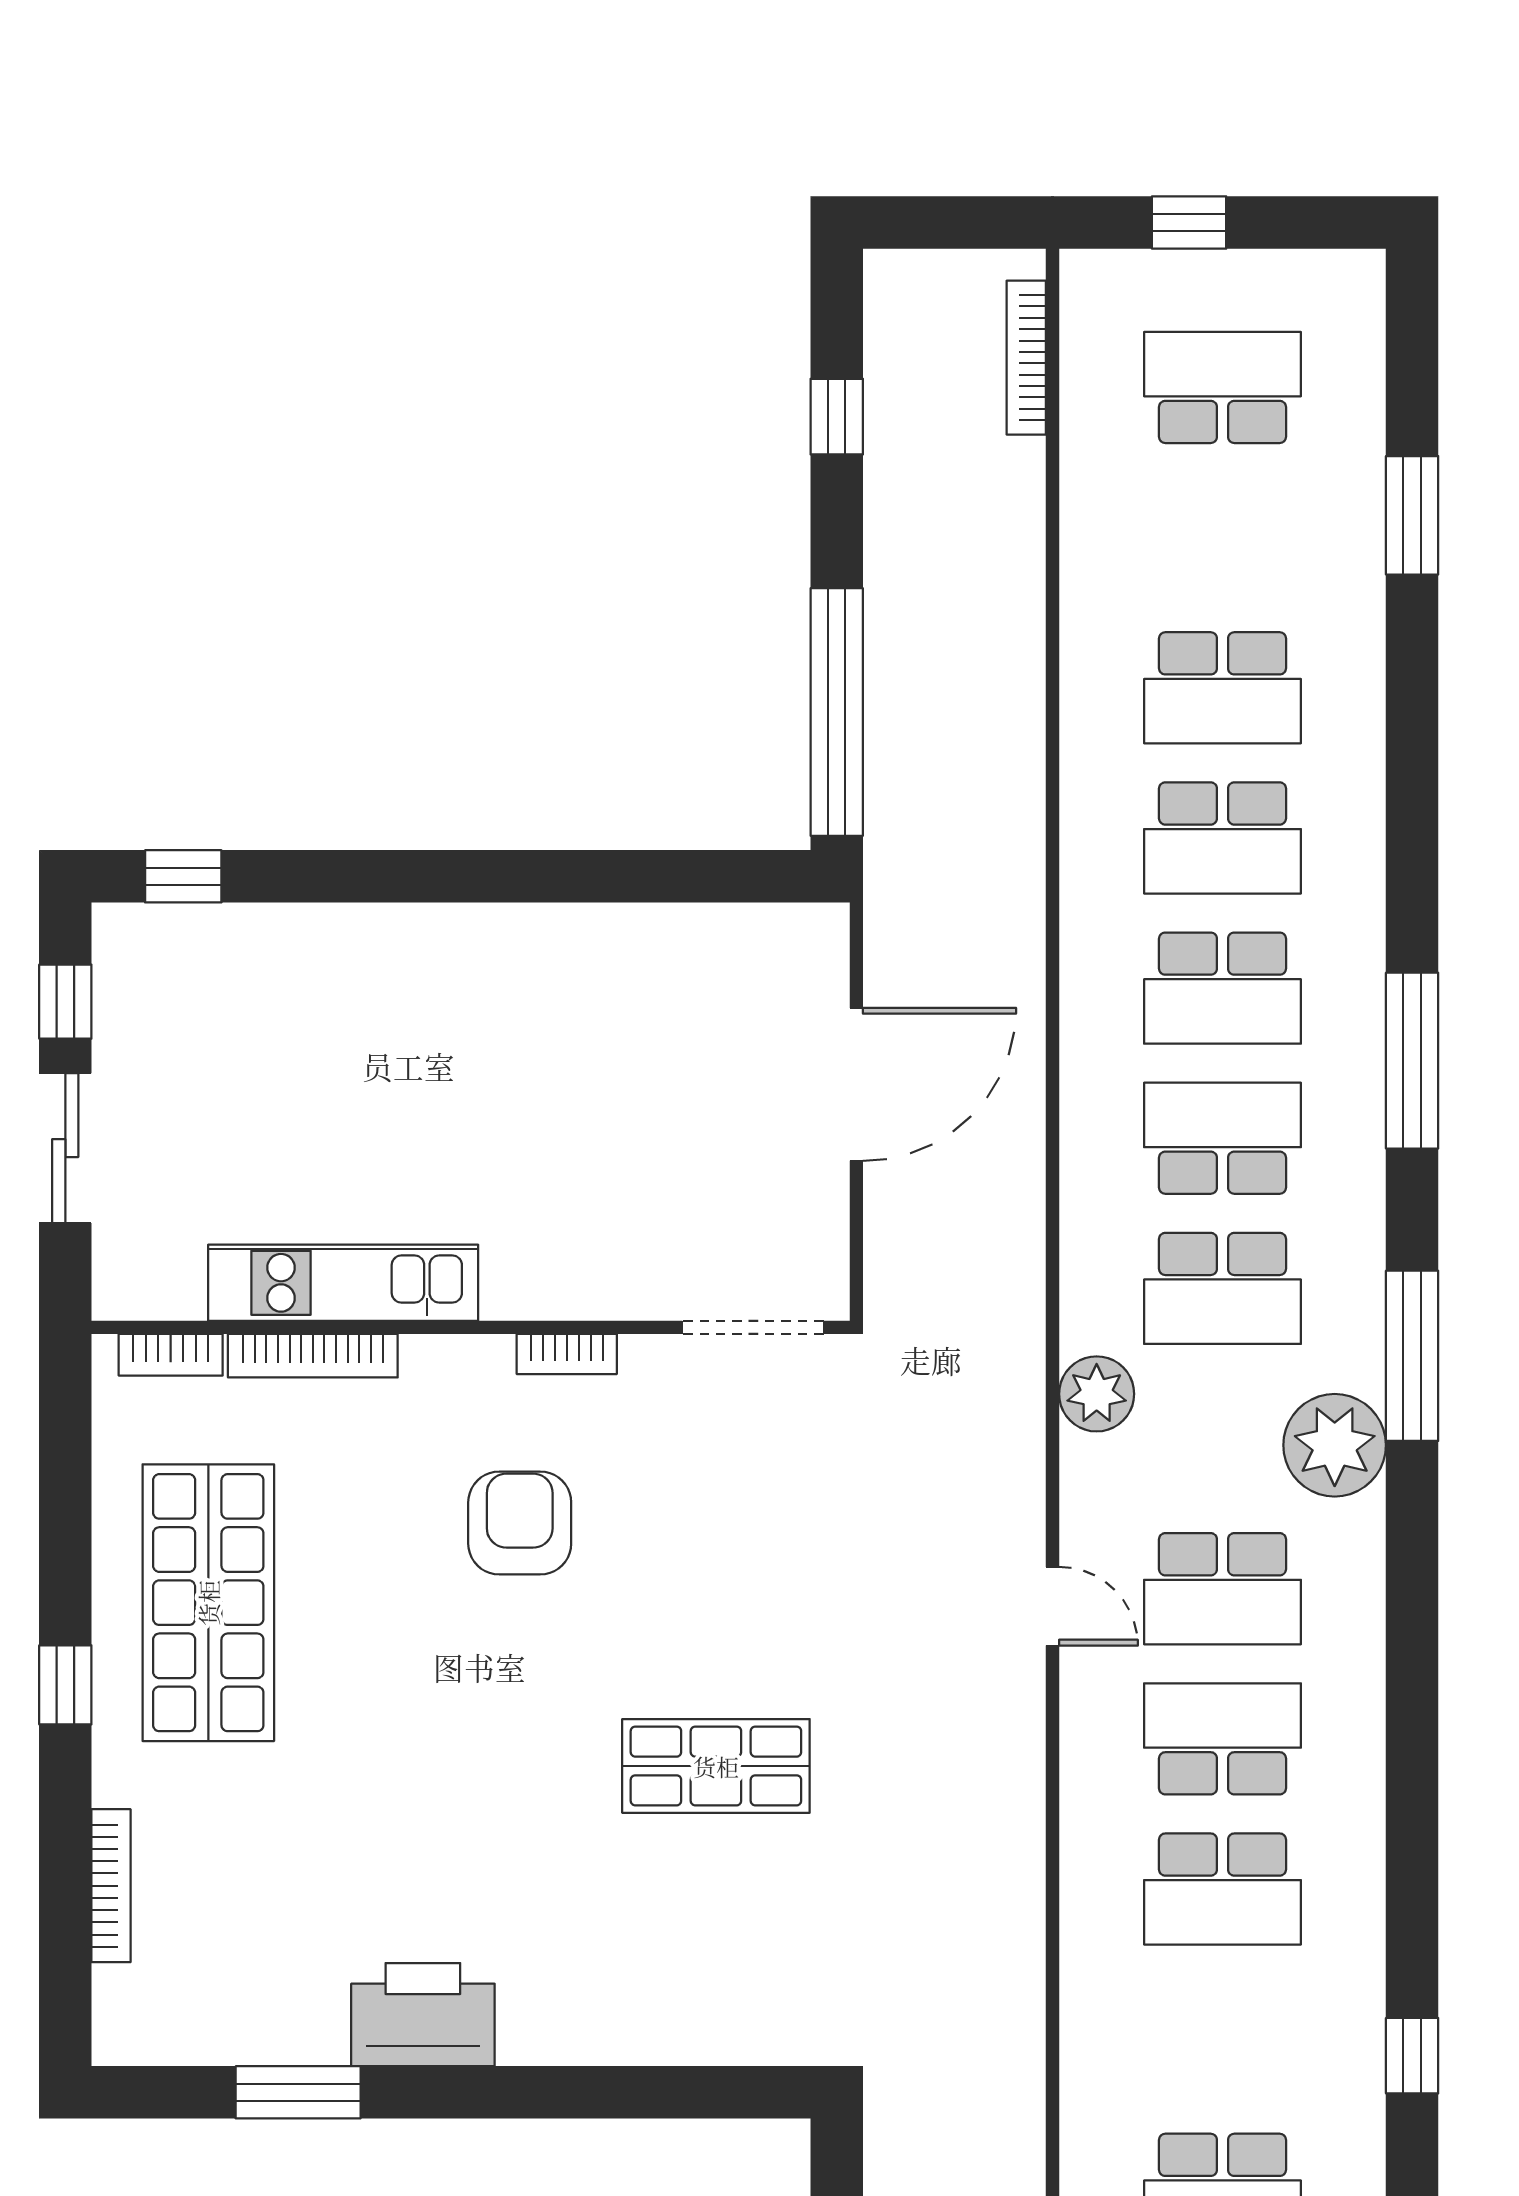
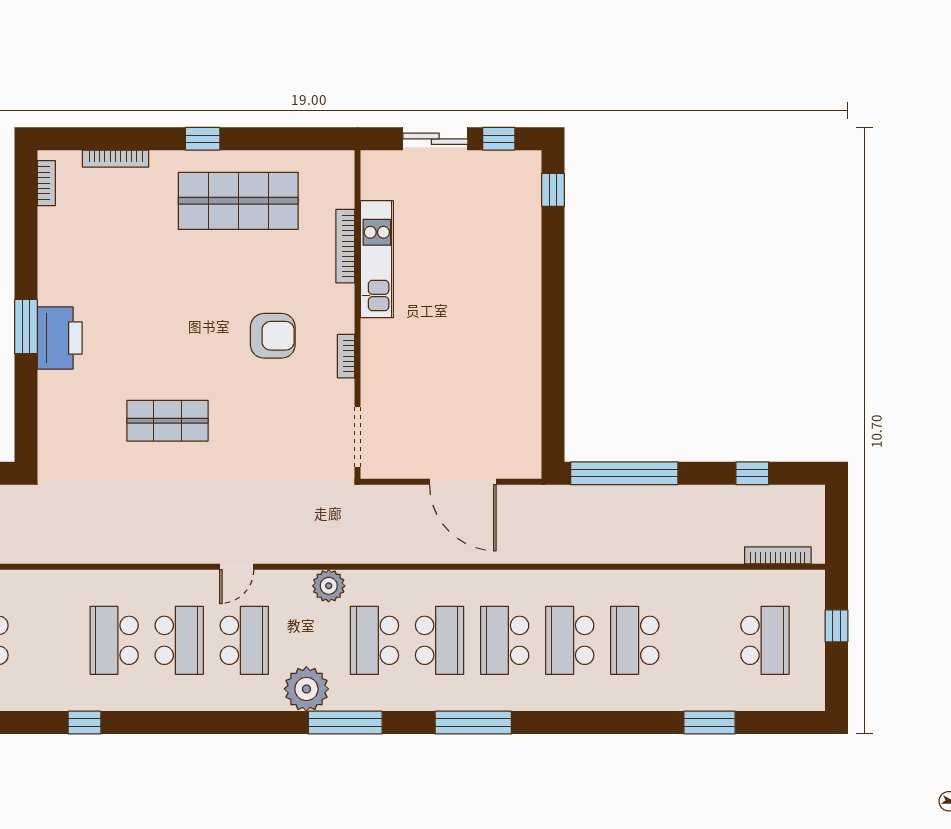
bookcase: (171, 1355) -> (46, 183), moved, turned 180
school desk: (1222, 1589) -> (244, 640), turned 180
shop shelf: (716, 1766) -> (167, 421), turned 90
printer: (423, 2015) -> (60, 338), moved
window: (1412, 2056) -> (84, 723), moved
window: (298, 2092) -> (26, 326), moved

